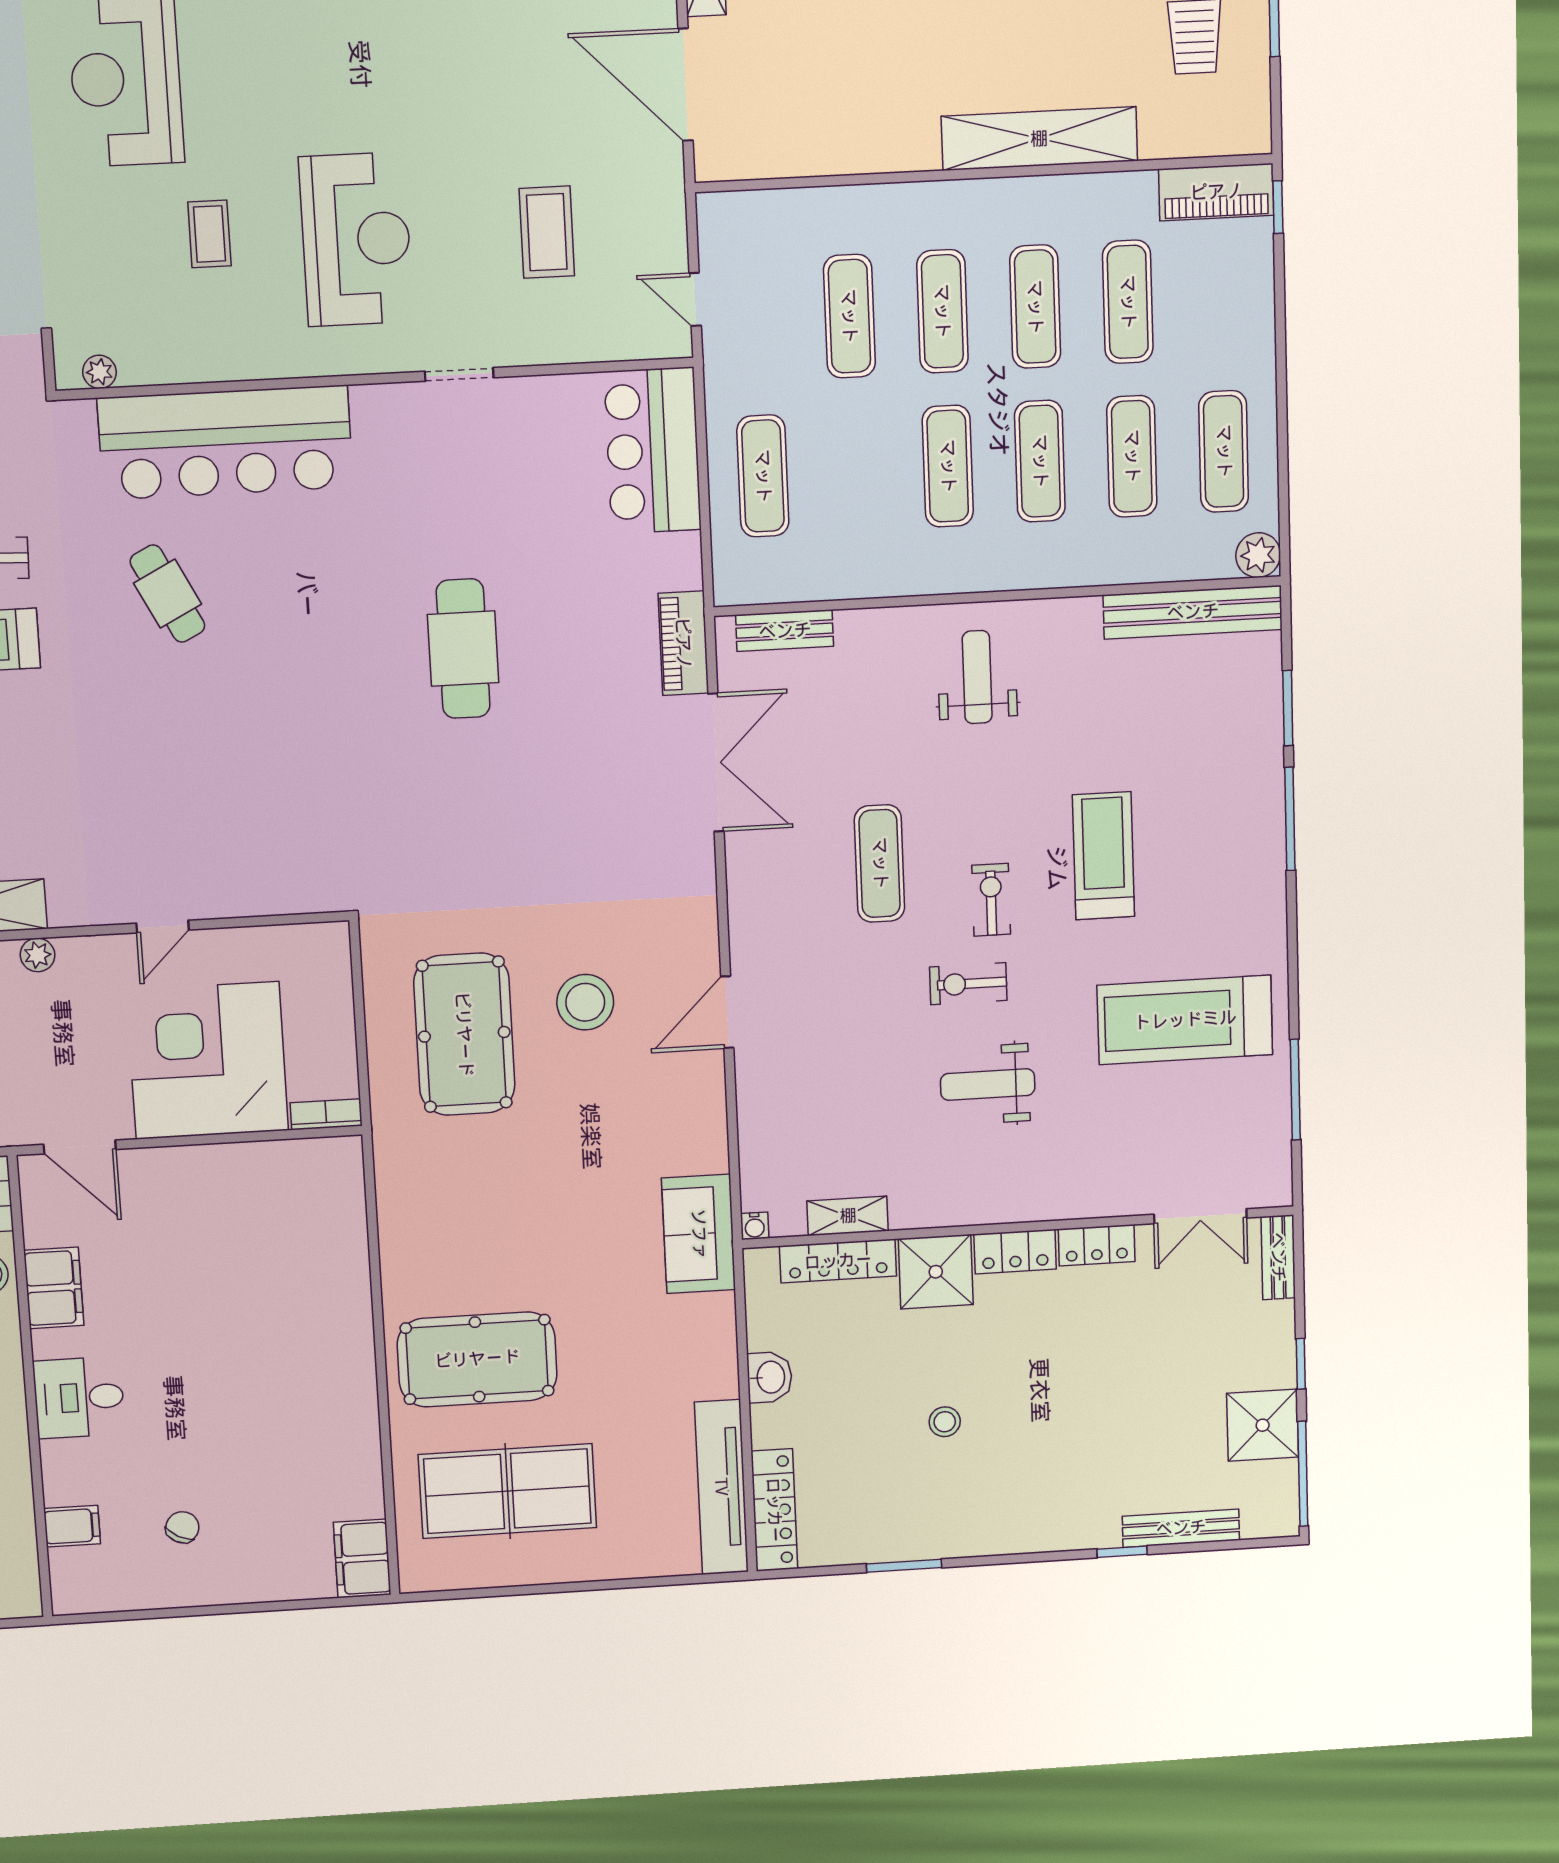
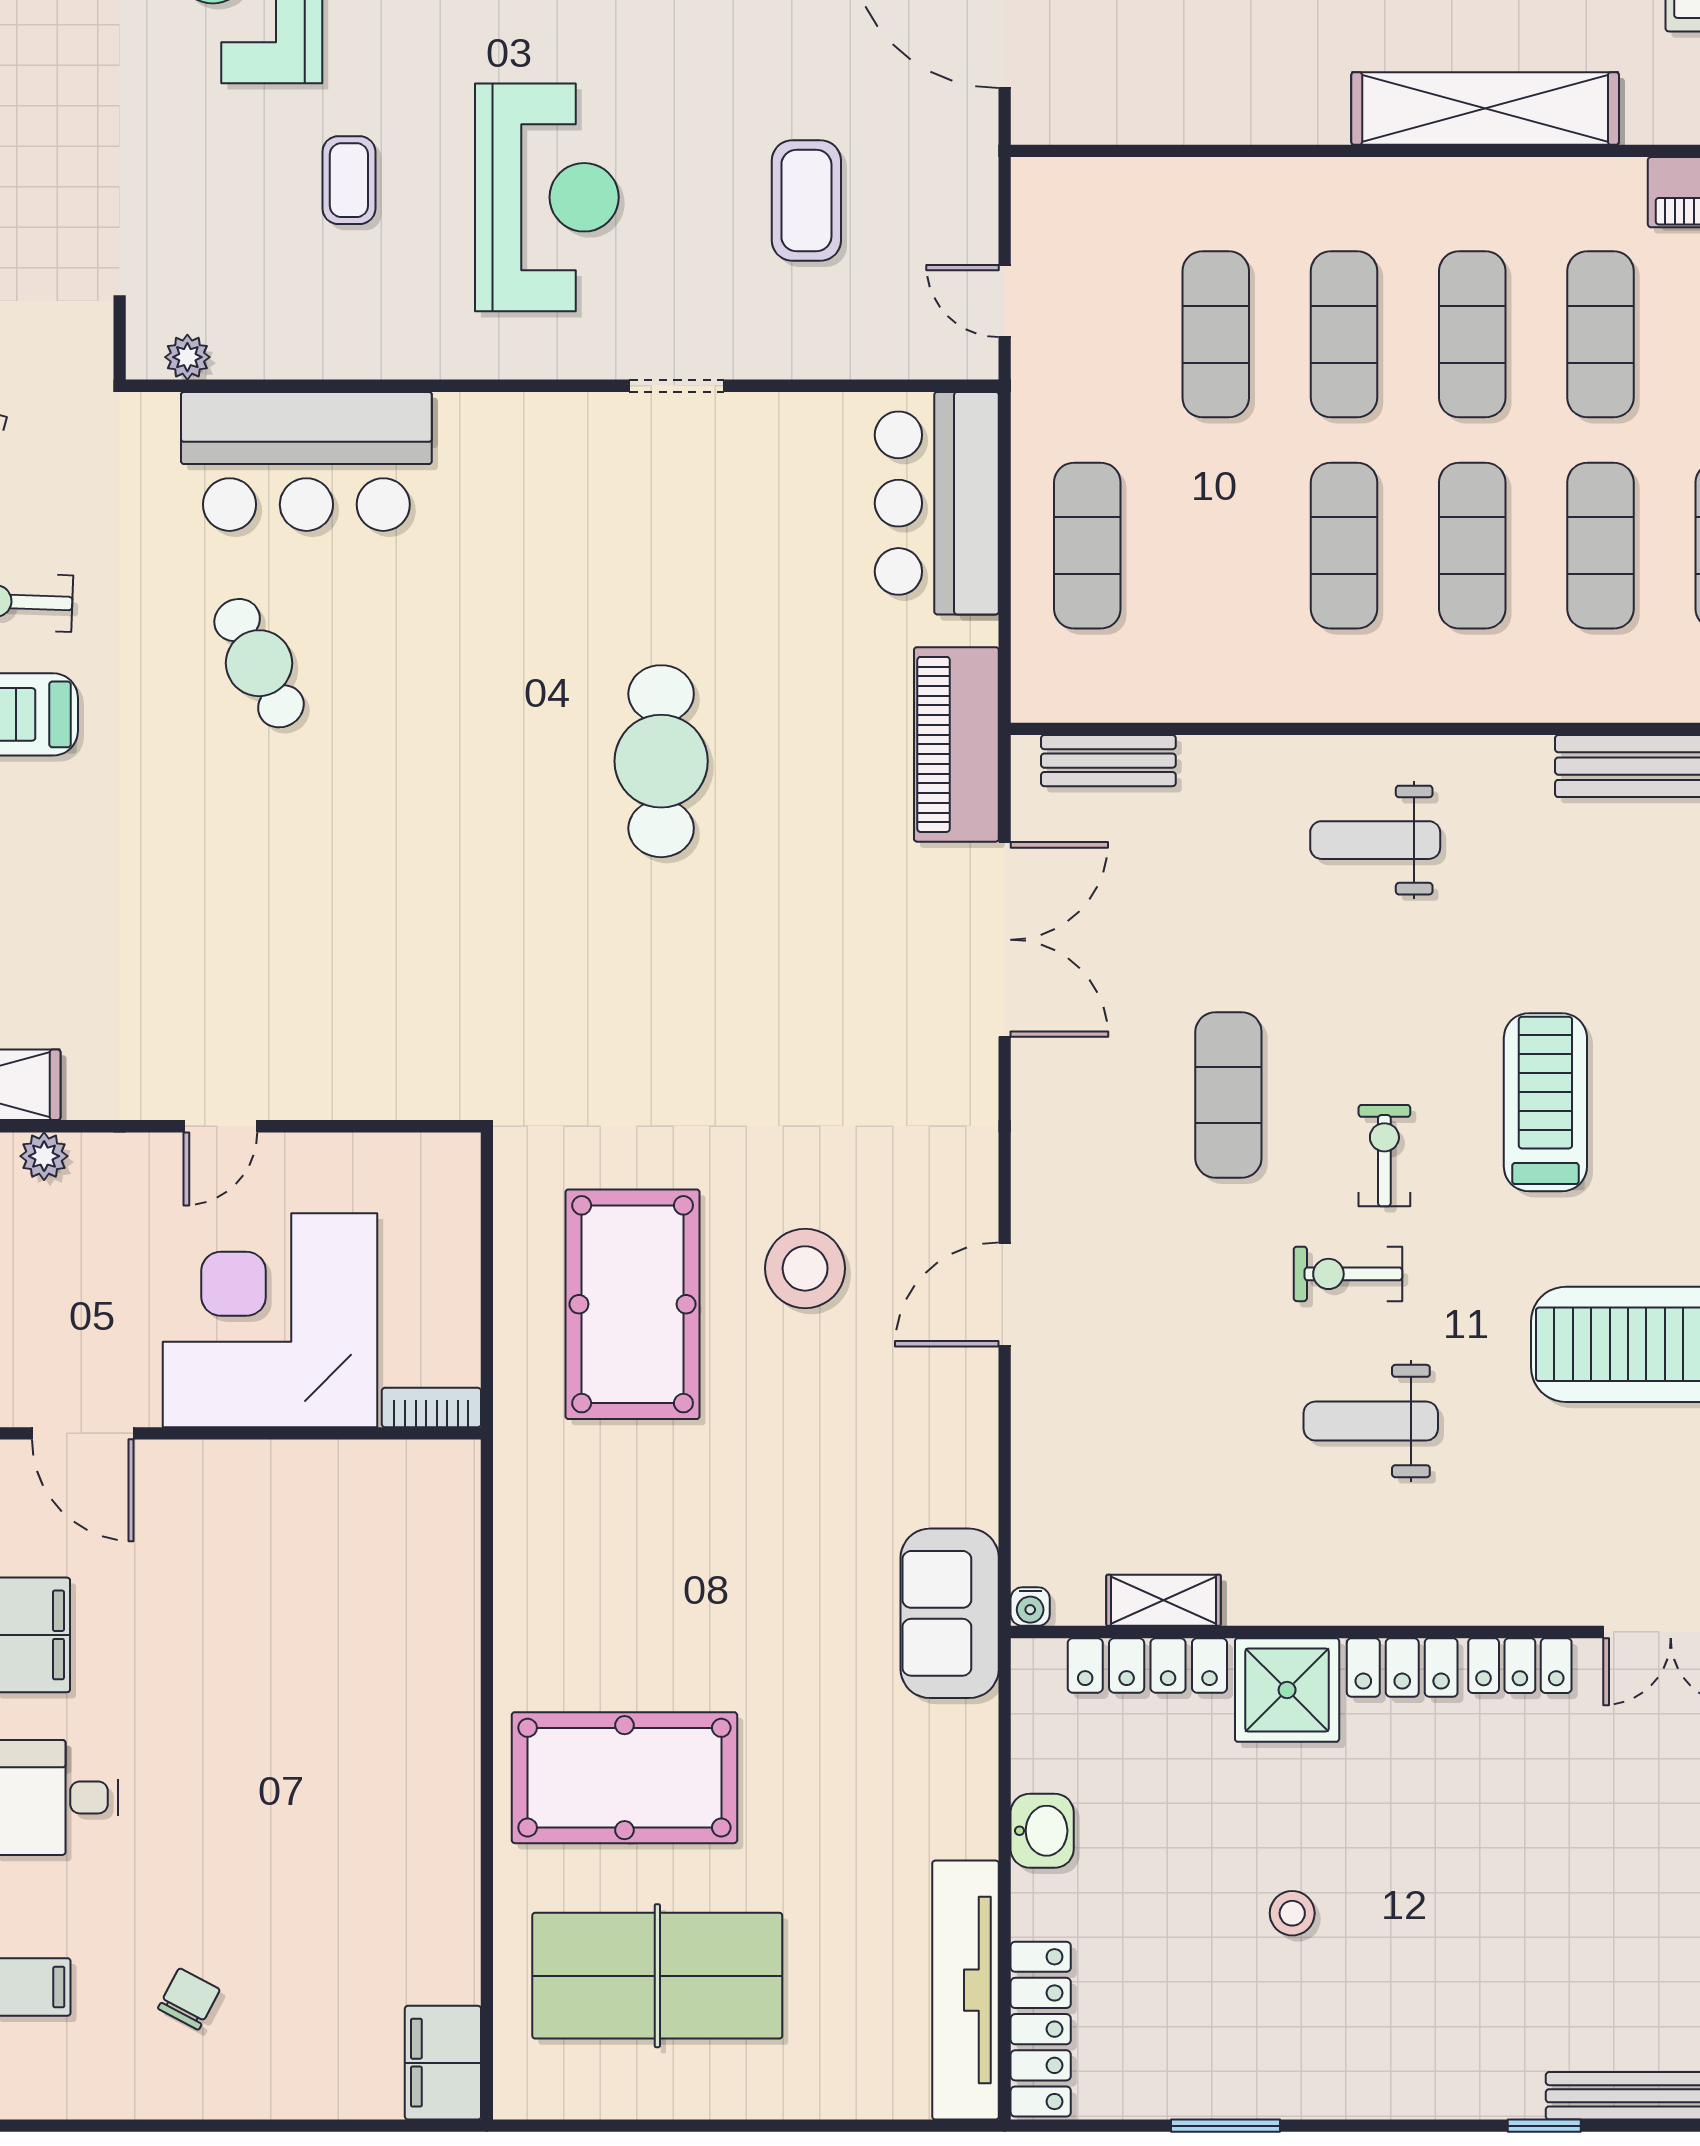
bar counter: (225, 443) -> (306, 461), width x0.73
piano: (683, 643) -> (956, 744), width x1.37, depth x1.33
weight bench: (977, 677) -> (1375, 840), turned -90

